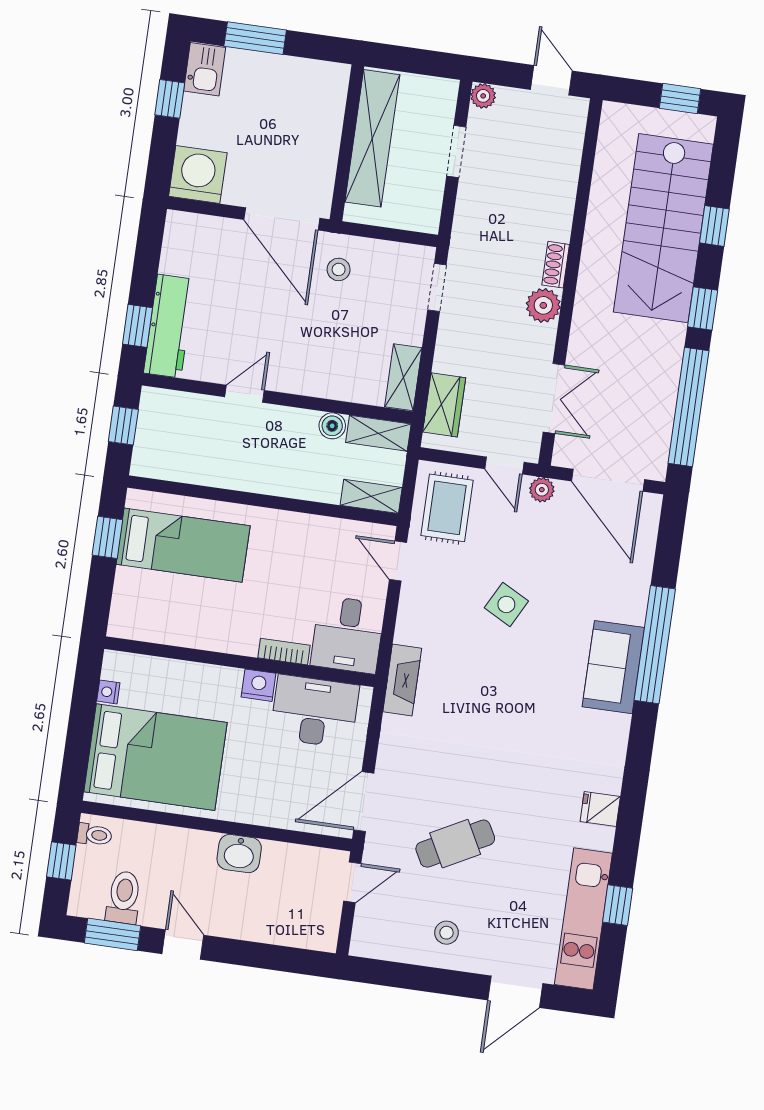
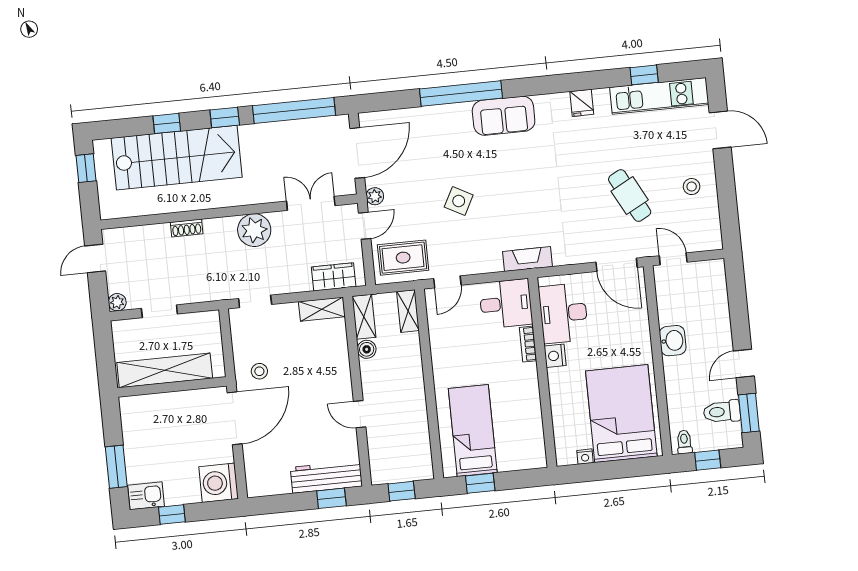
shoe rack: (556, 265) -> (187, 228), moved
plant: (543, 305) -> (254, 230), width x1.36, depth x1.36
sofa: (613, 667) -> (504, 116), moved

